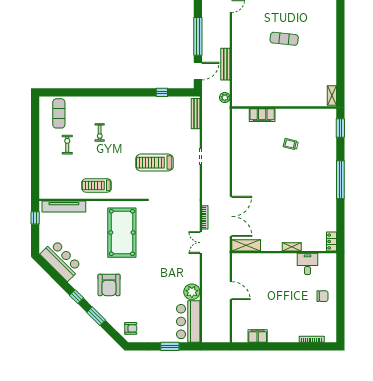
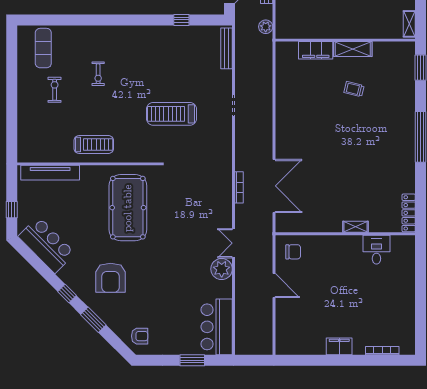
treadmill: (97, 185) -> (94, 145), turned 180
window: (35, 218) -> (12, 210), moved
locker: (332, 241) -> (409, 213), width x1.53
double door: (201, 243) -> (234, 243), moved
shelving: (246, 245) -> (353, 49), moved
plant: (192, 292) -> (222, 269), moved
chair: (322, 296) -> (293, 252), moved
filing cabinet: (258, 336) -> (339, 346), moved

